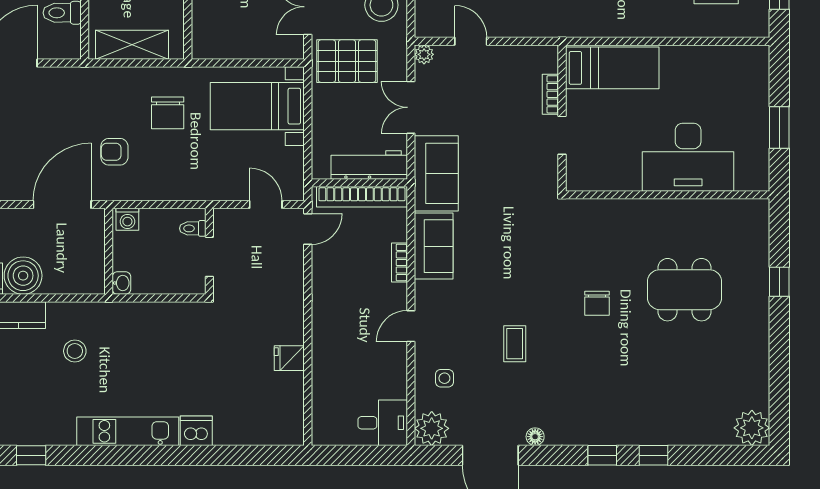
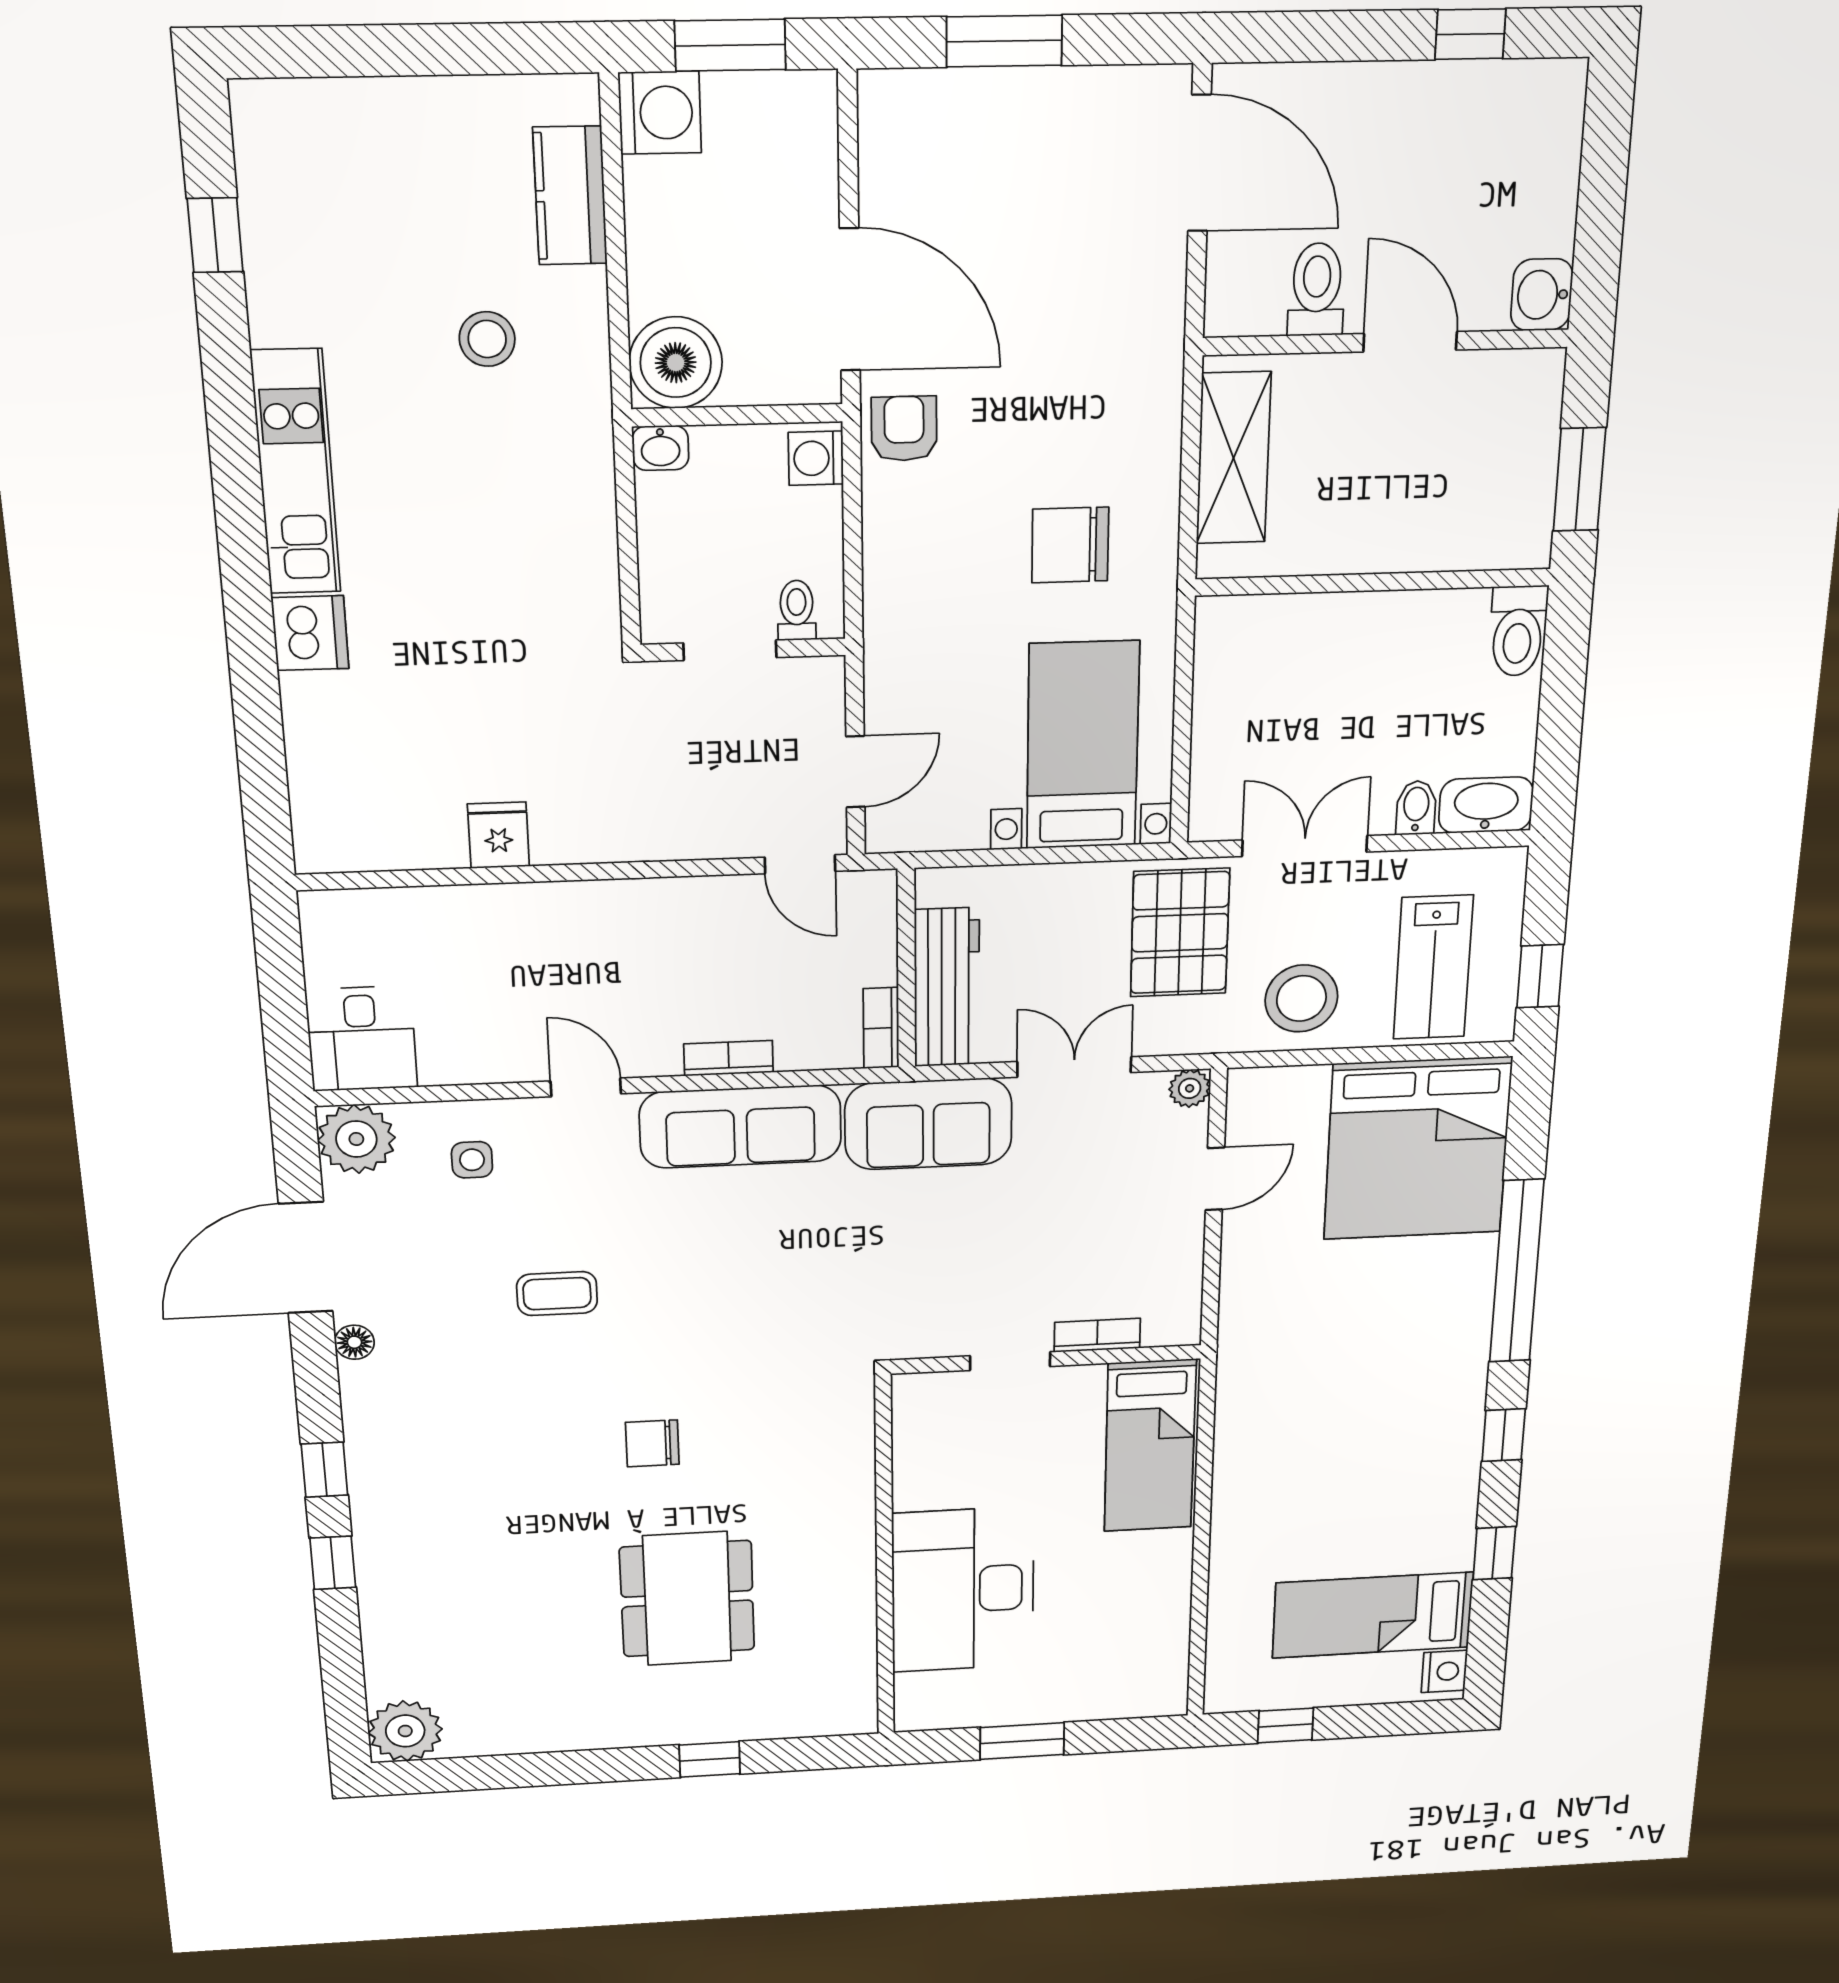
armchair: (114, 152) -> (904, 429), moved
bookcase: (362, 197) -> (881, 1028), width x0.43, depth x0.76
sofa: (434, 246) -> (740, 1127), width x1.36
boiler: (23, 276) -> (676, 363), moved

